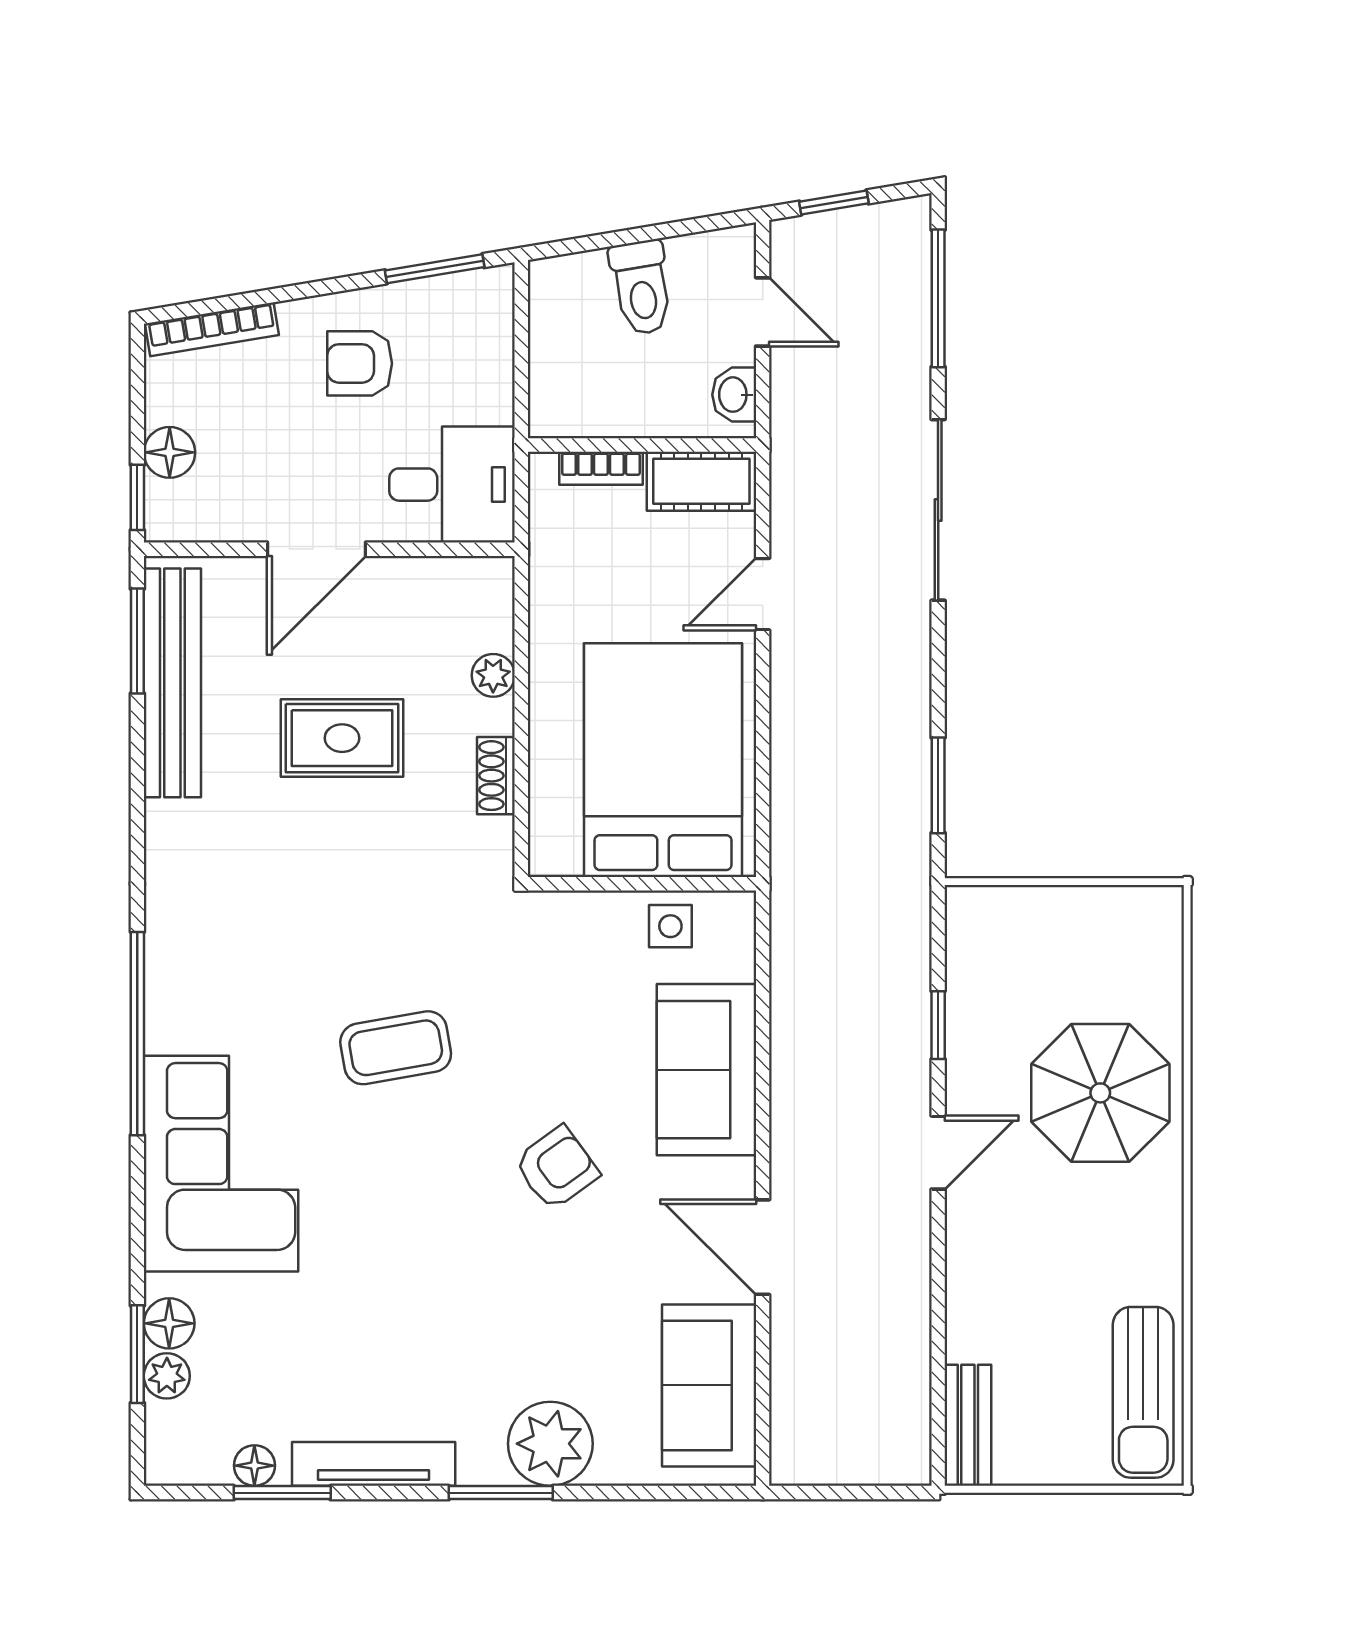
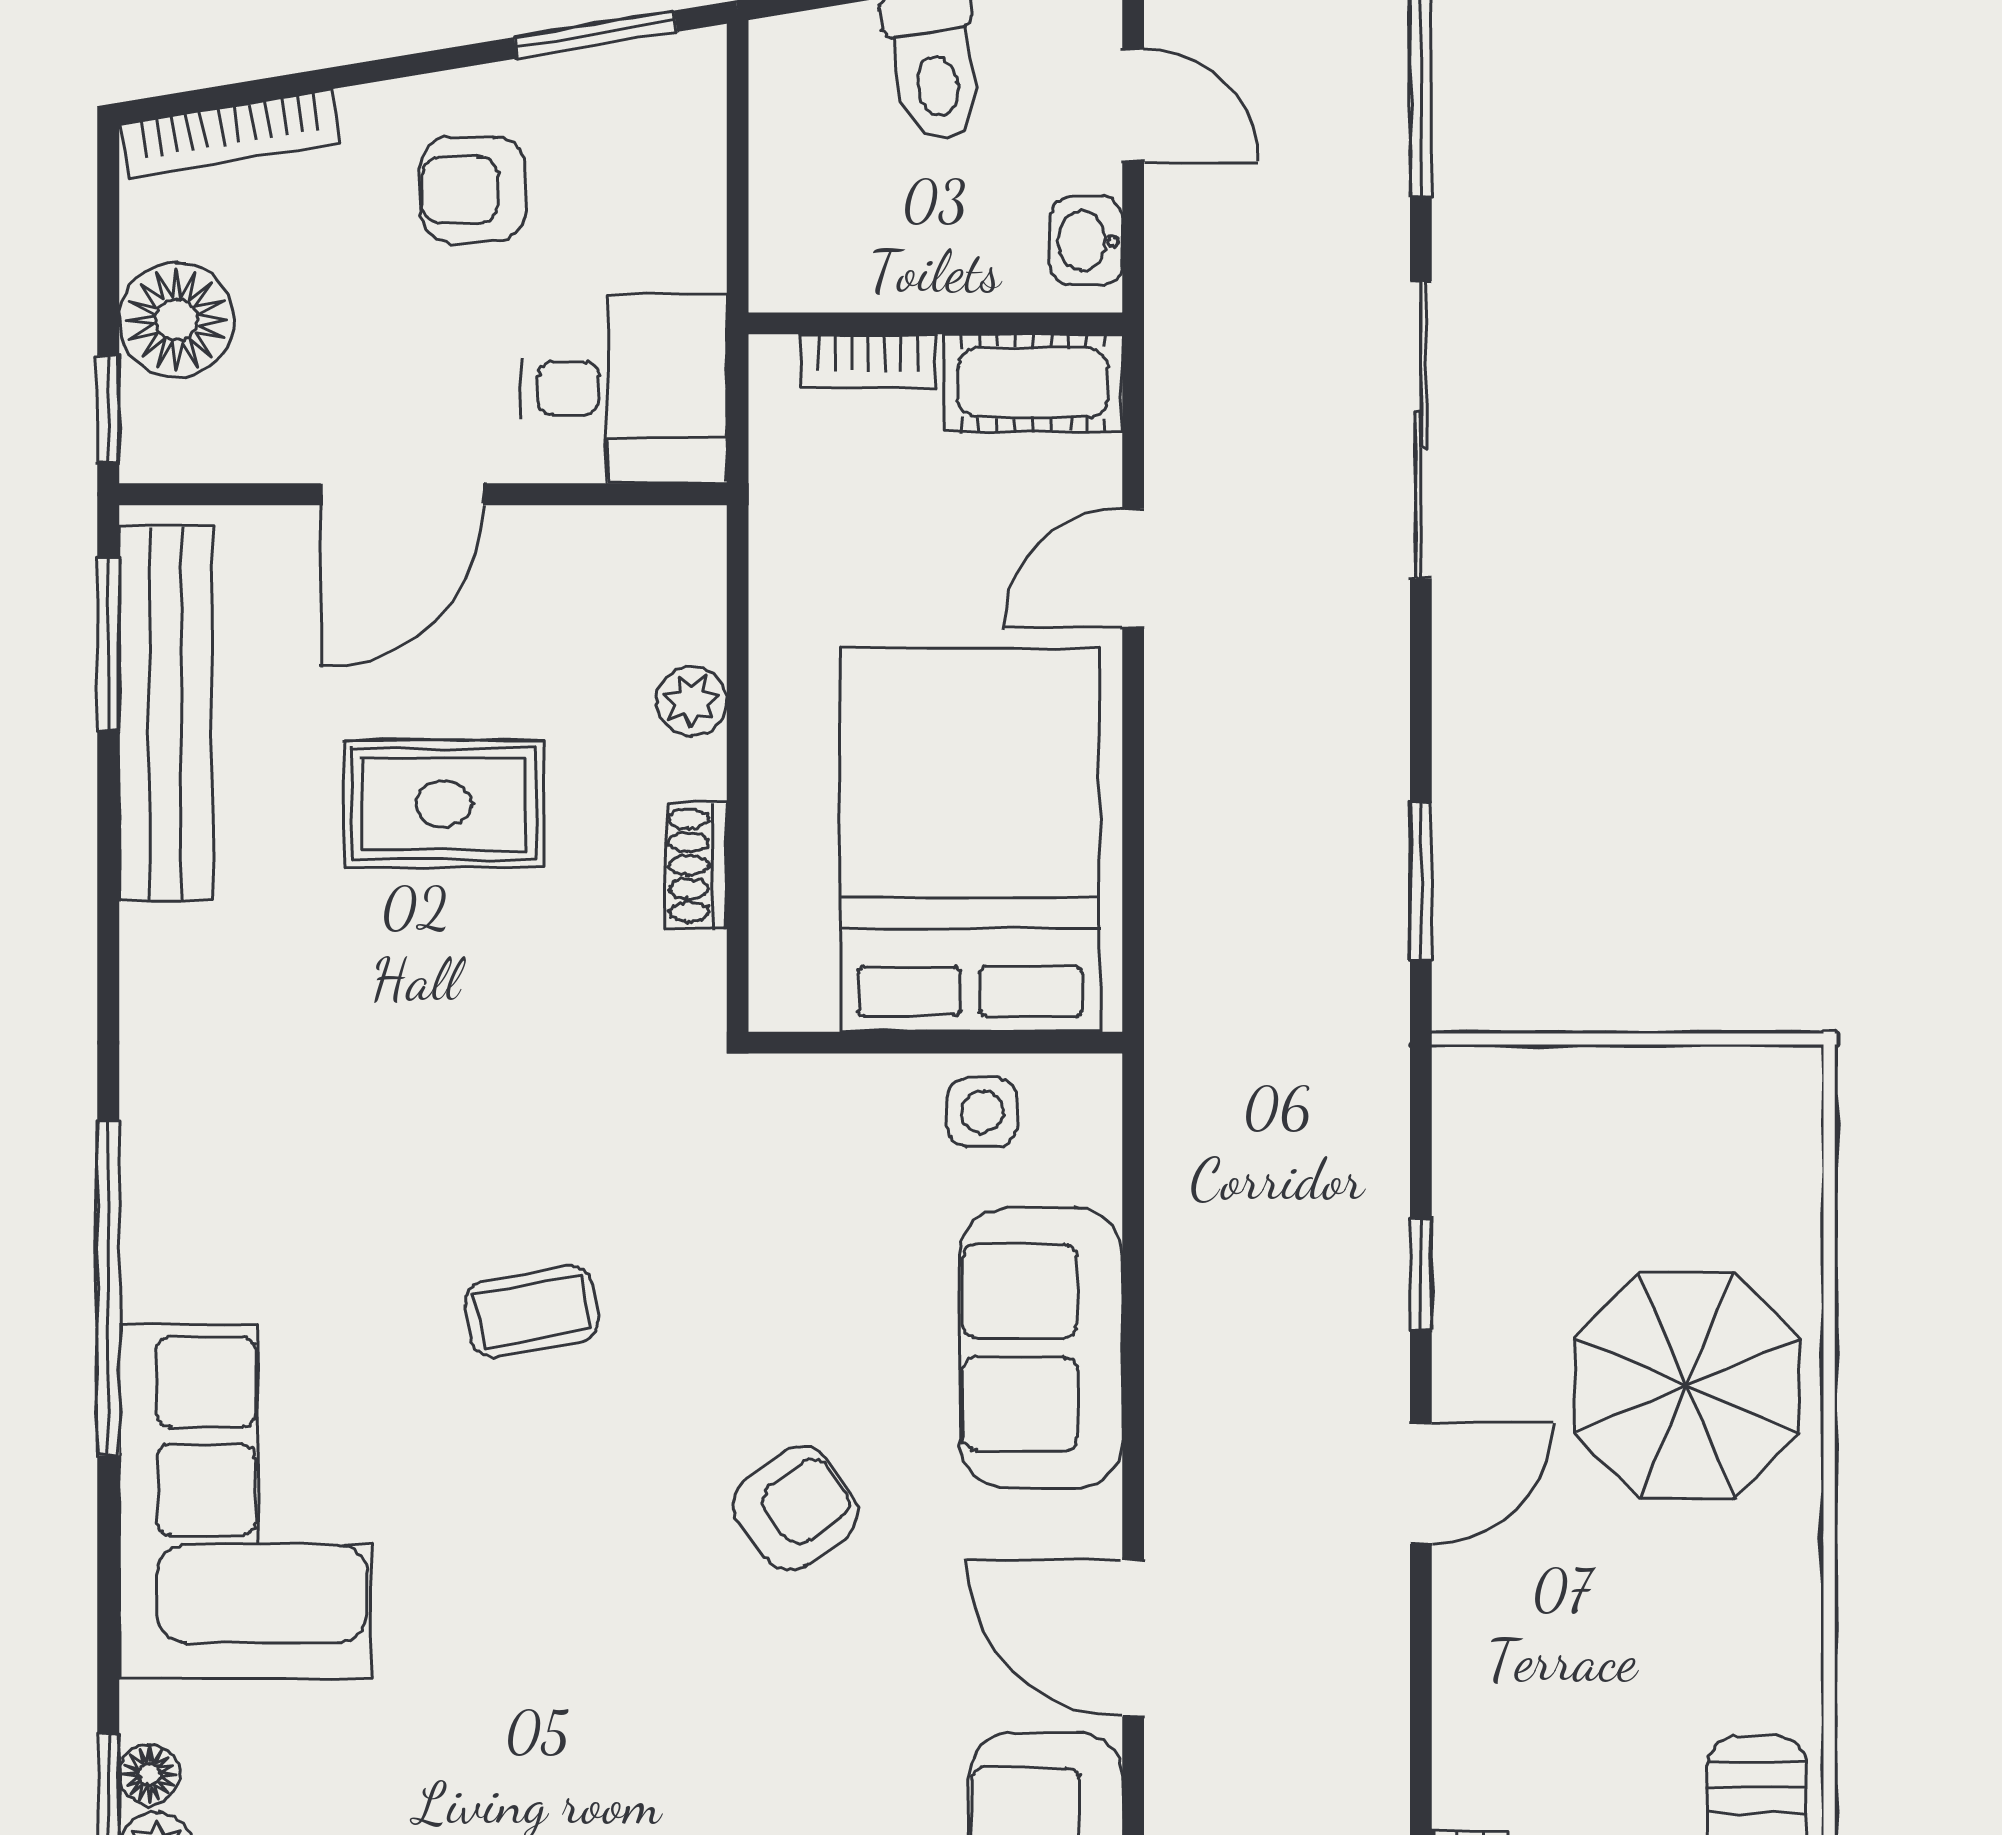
floor lamp: (170, 452) -> (177, 320), width x1.38, depth x1.38
coffee table: (396, 1048) -> (532, 1312), width x0.73, depth x0.77
floor lamp: (169, 1323) -> (149, 1775), width x0.73, depth x0.73

